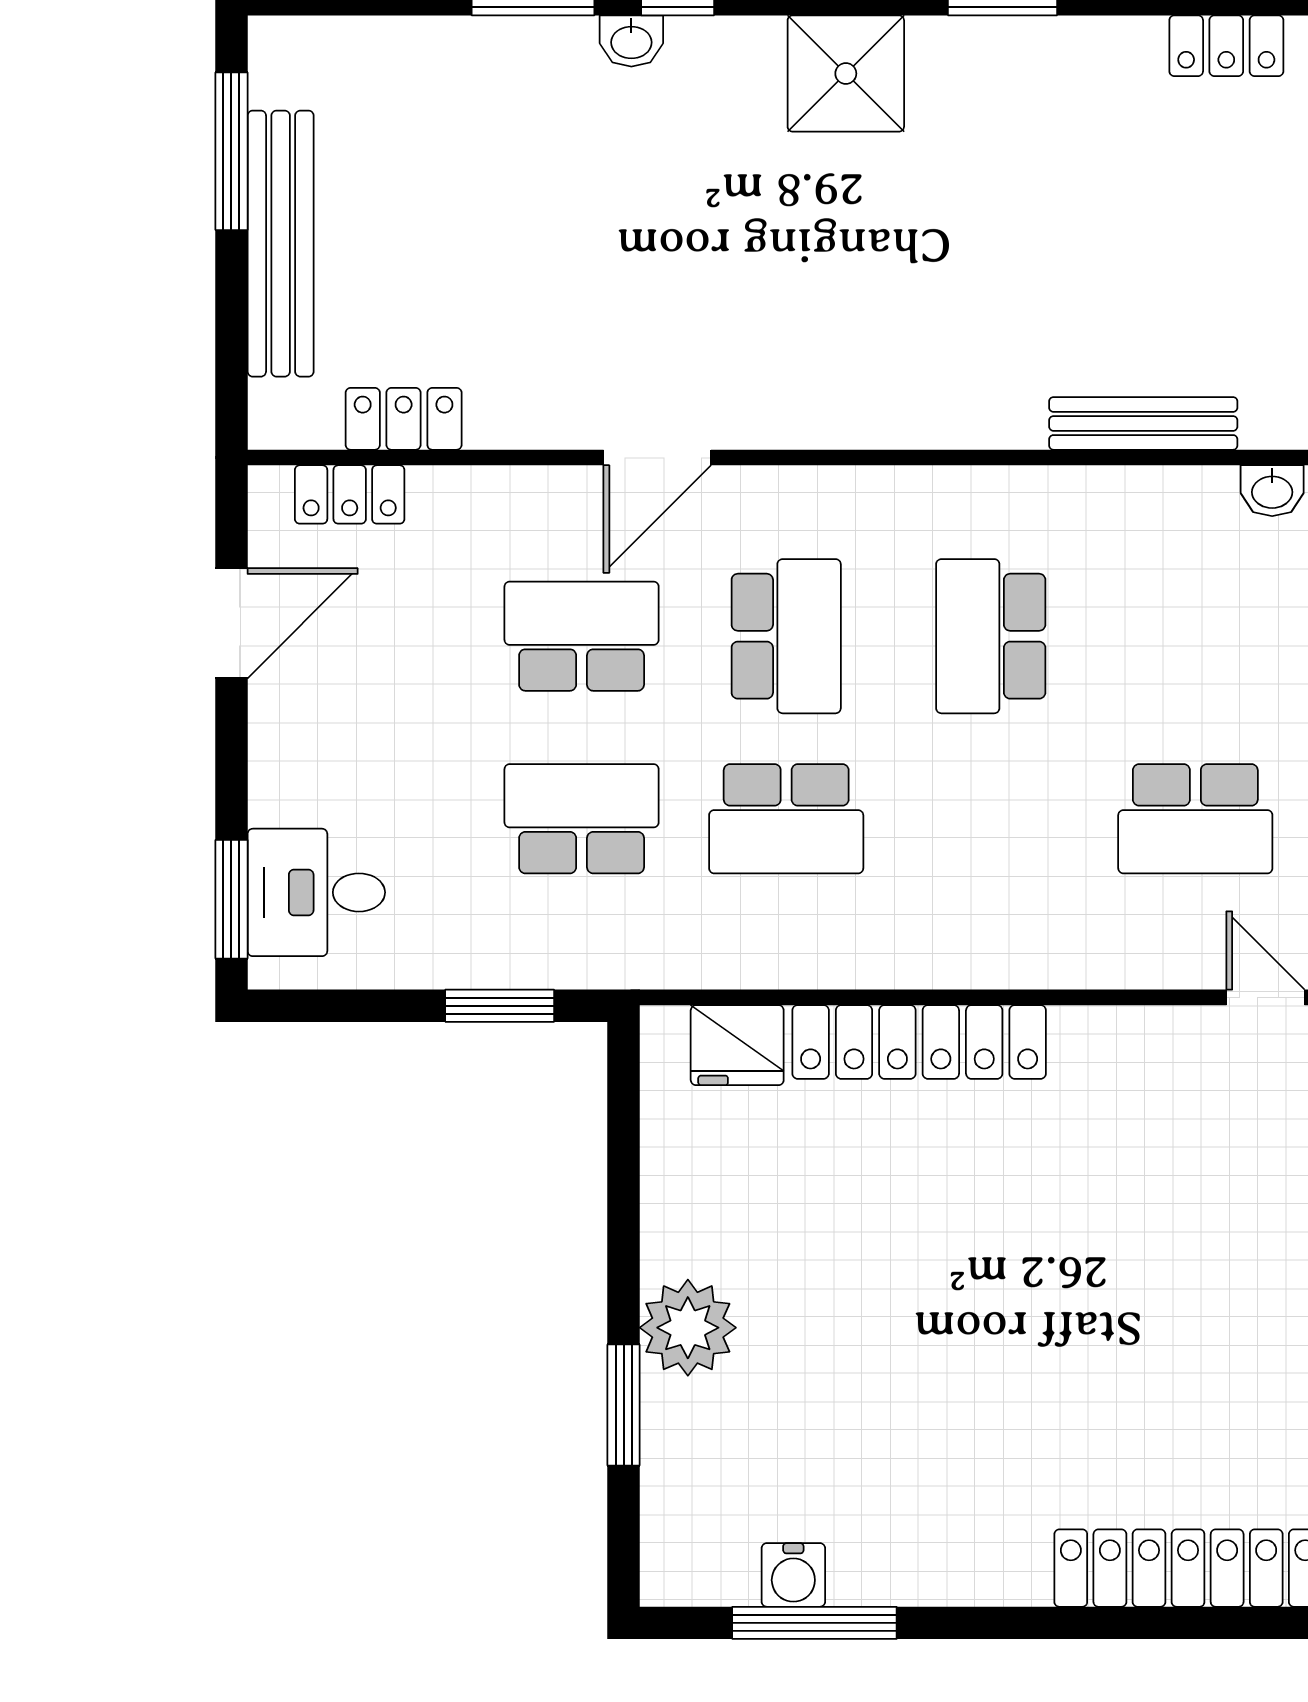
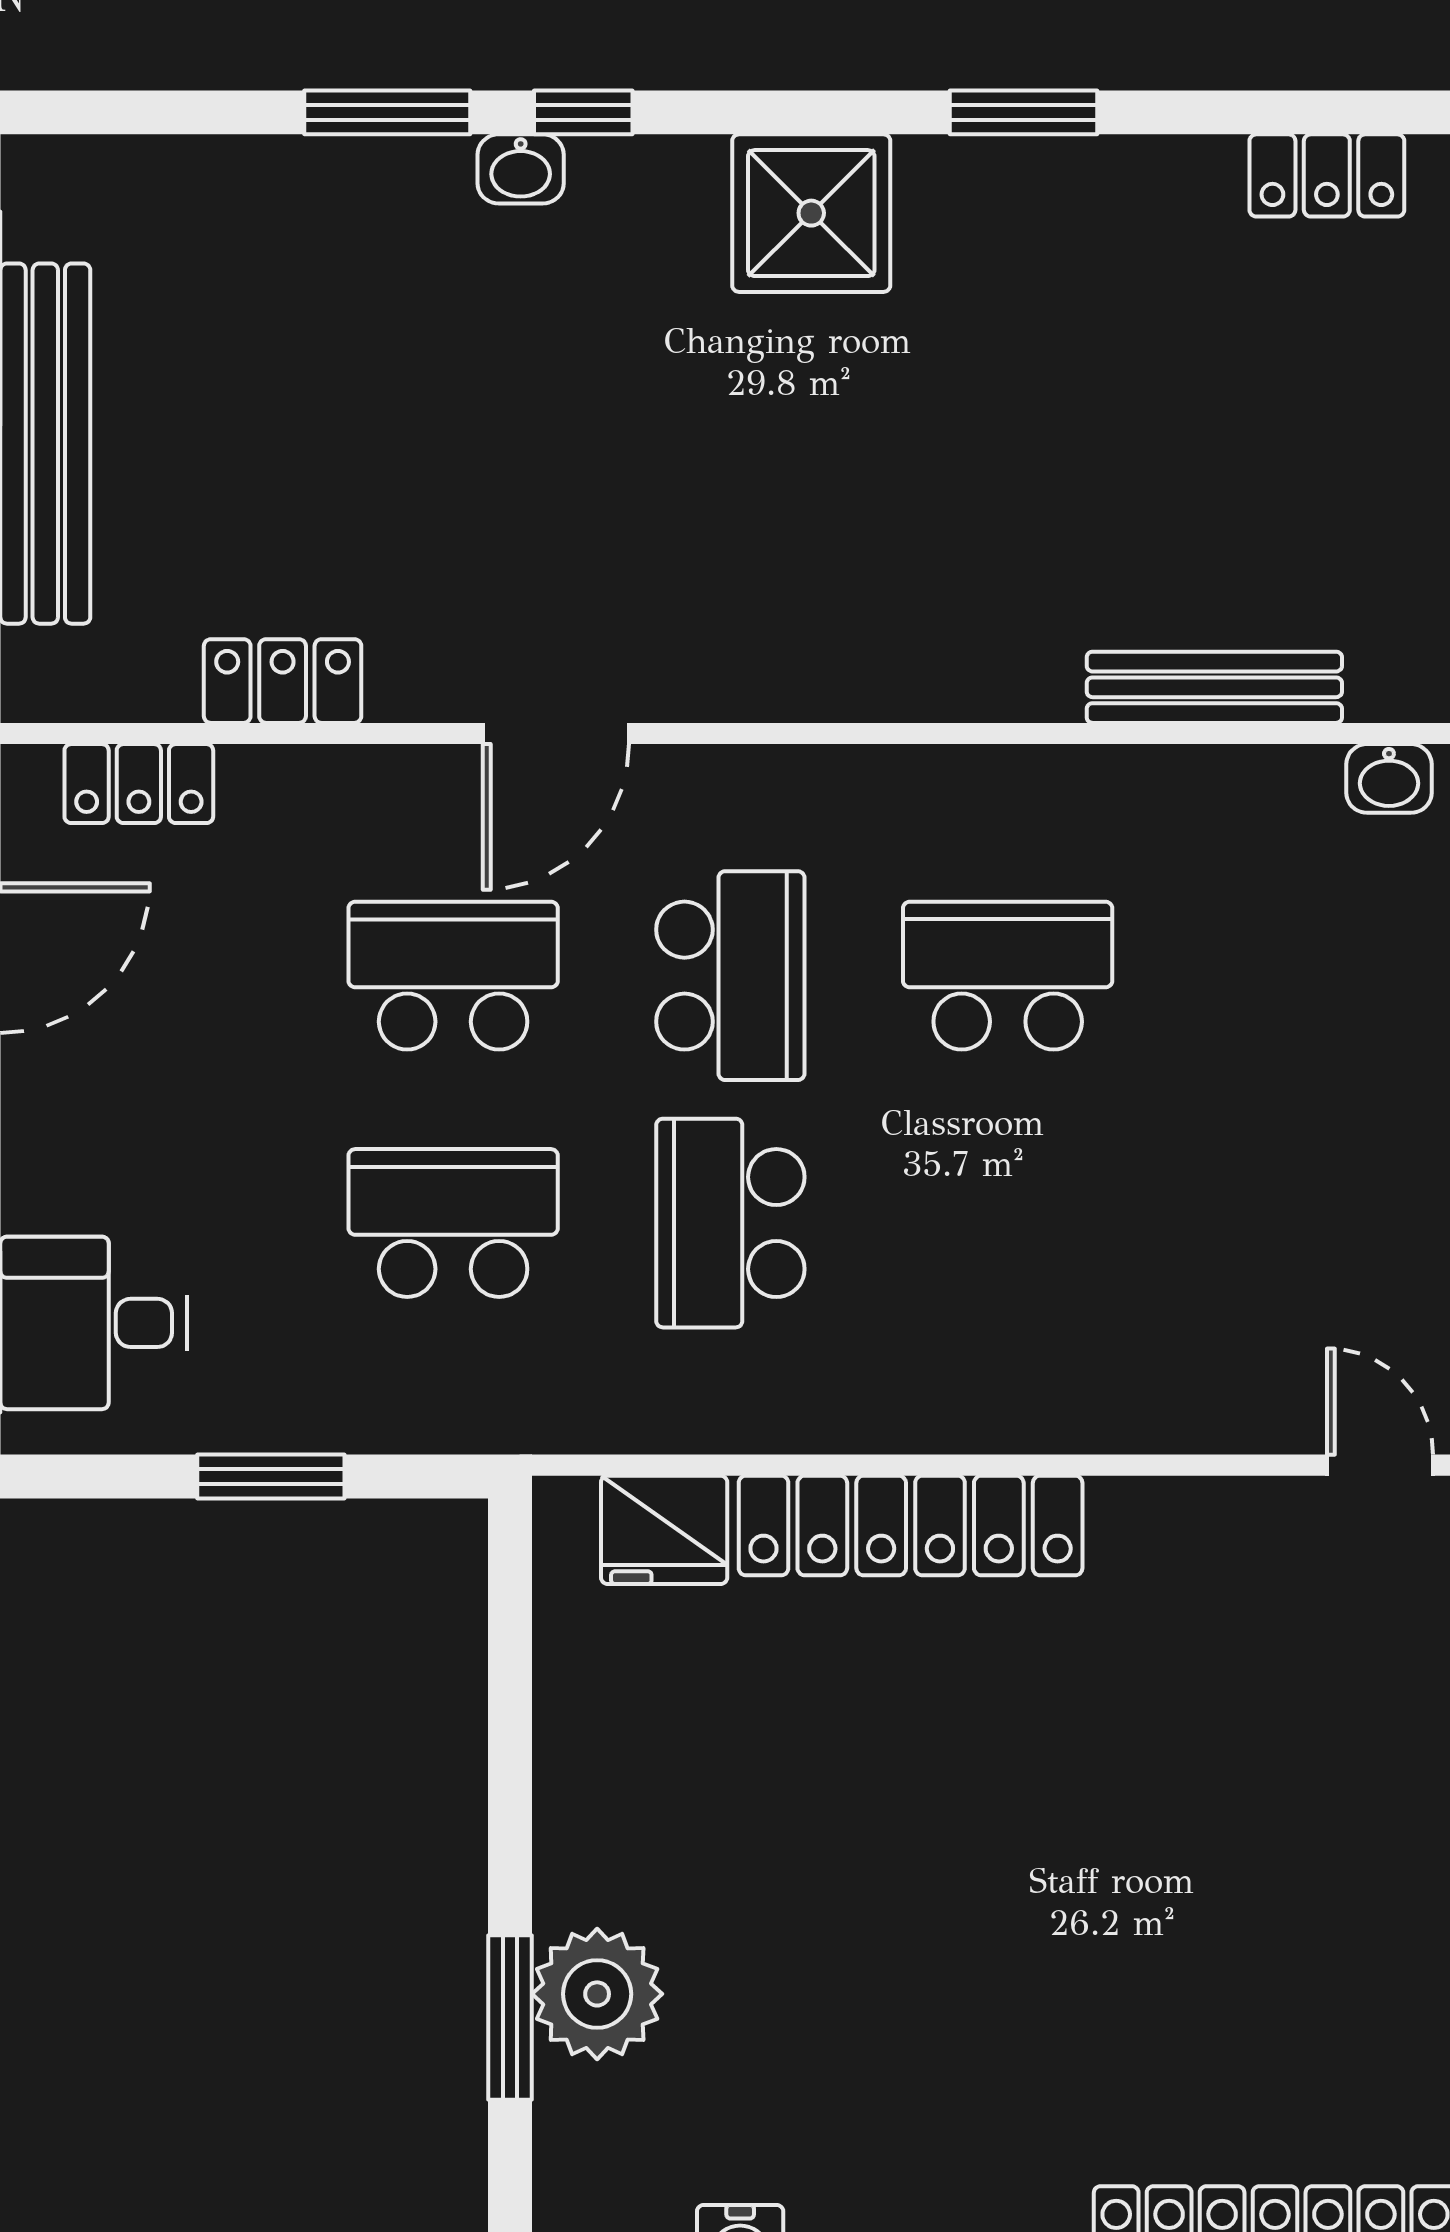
locker: (404, 419) -> (283, 681), moved
school desk: (991, 636) -> (1008, 976), turned 90
school desk: (786, 819) -> (730, 1223), turned 90
school desk: (1195, 819) -> (1285, 1223), removed
window: (500, 1006) -> (271, 1476), moved
plant: (688, 1328) -> (597, 1994), moved

